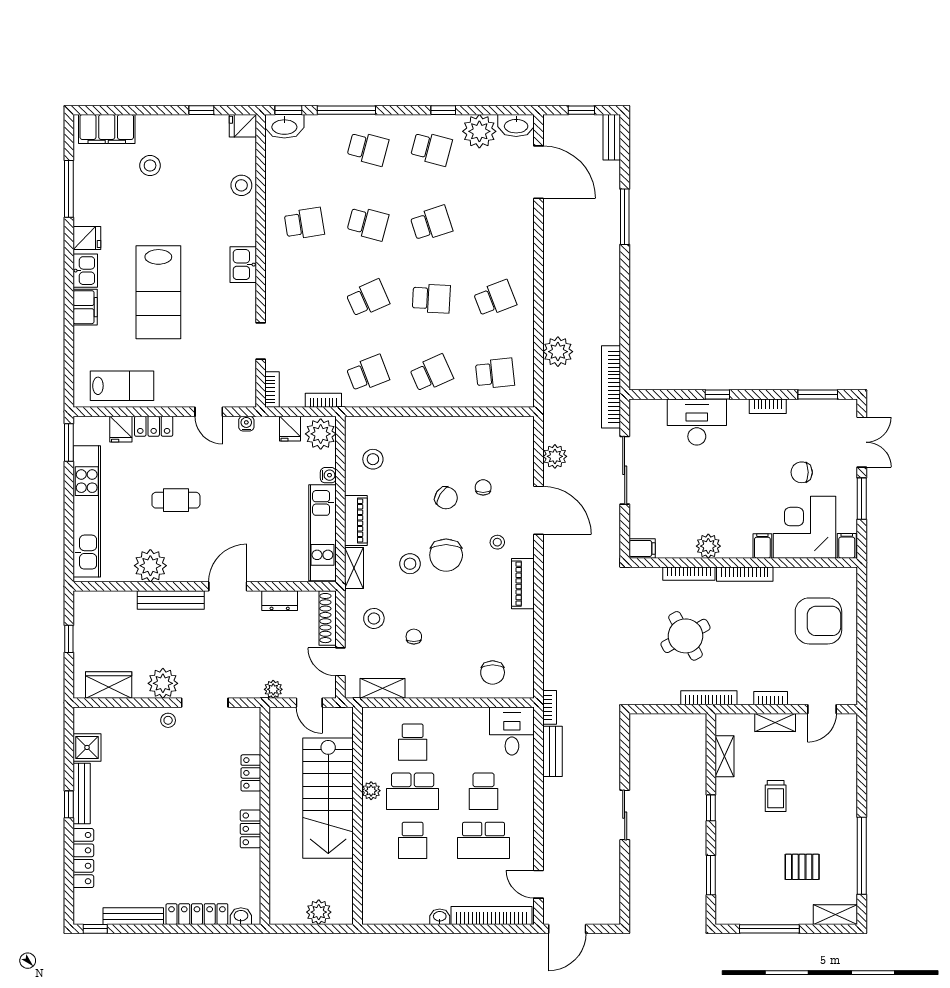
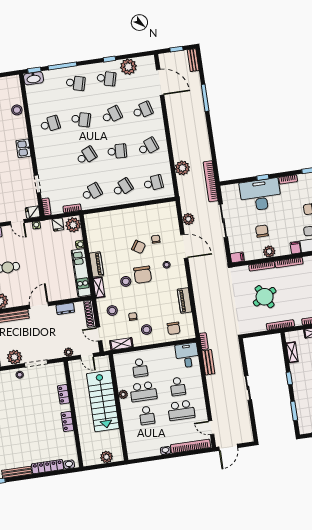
fridge: (243, 126) -> (33, 212), moved
washbasin: (516, 126) -> (146, 61), removed
school desk: (495, 223) -> (143, 110), added
desk: (697, 422) -> (260, 195), width x1.36, depth x1.30
stool: (373, 459) -> (147, 330), moved
chair: (700, 503) -> (262, 231), added
piano: (523, 584) -> (185, 301), moved

